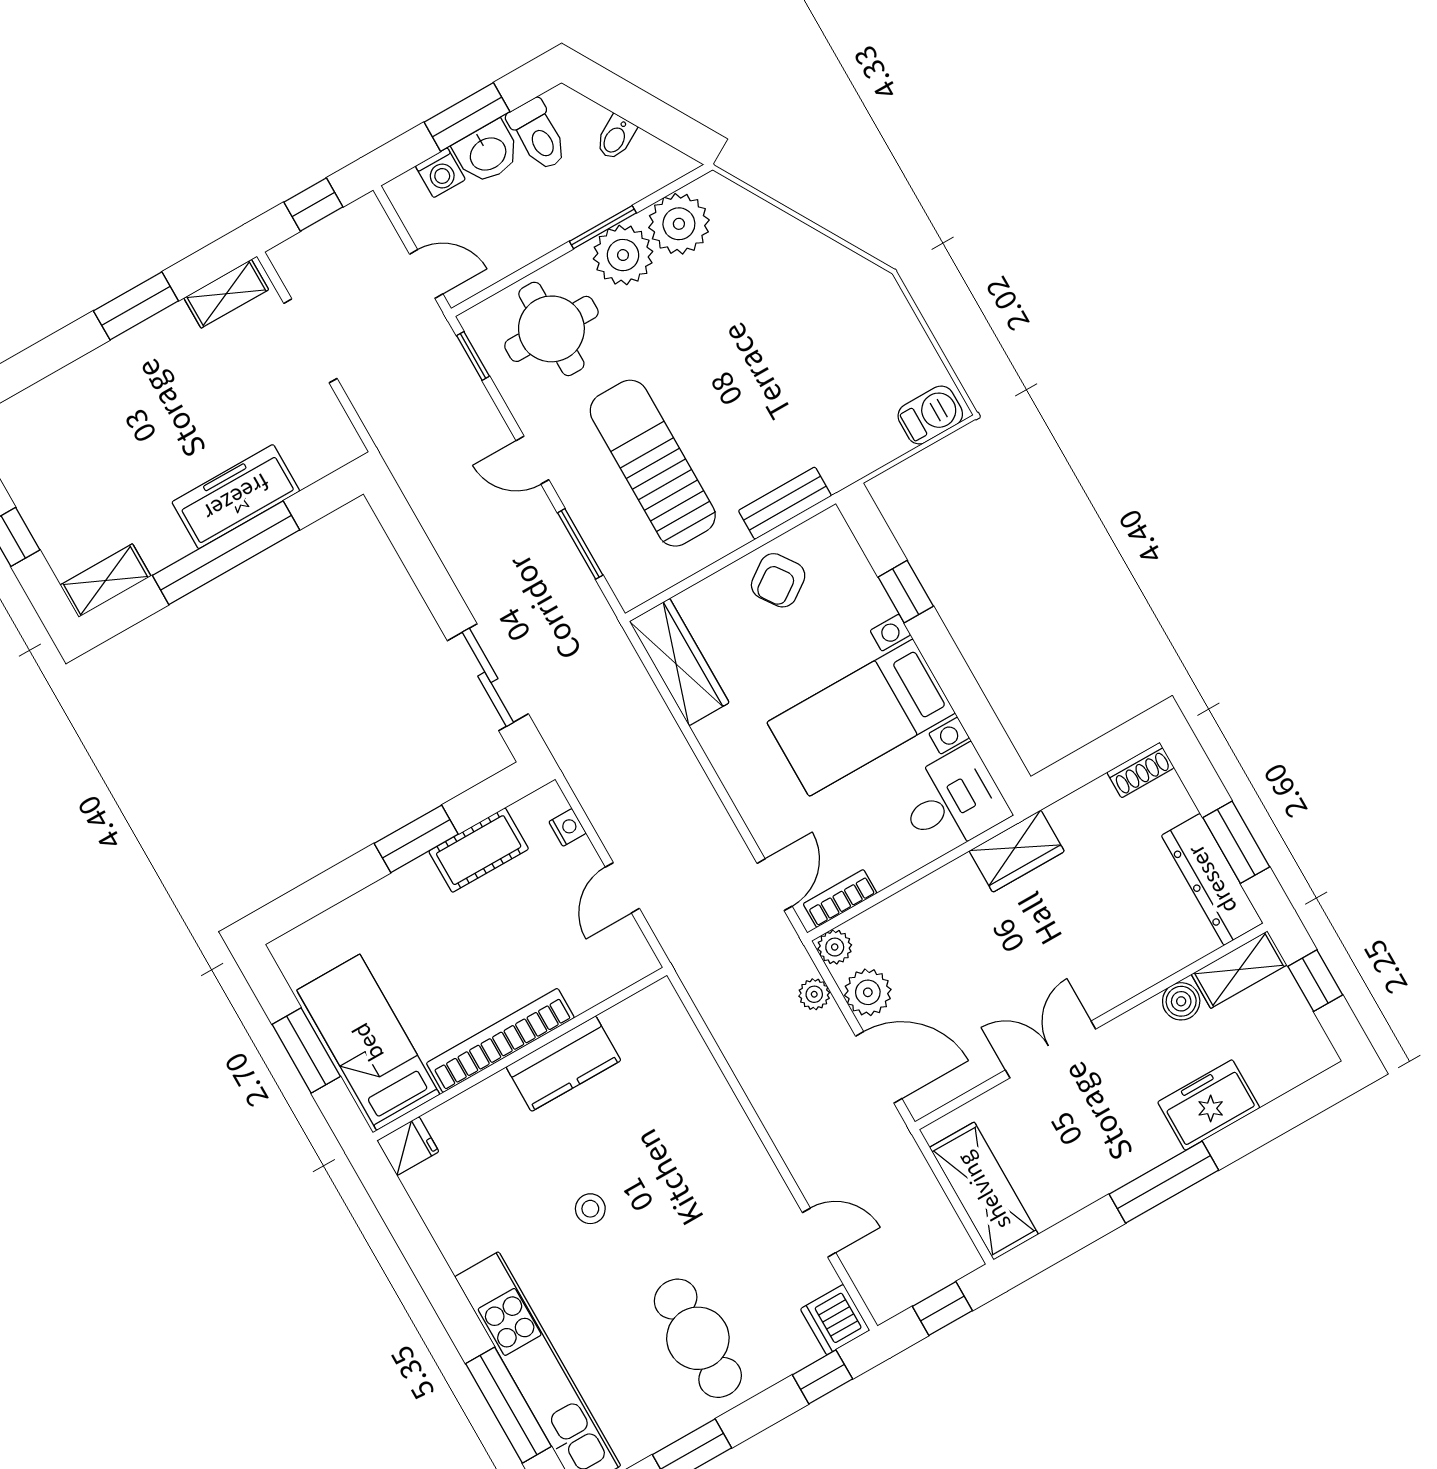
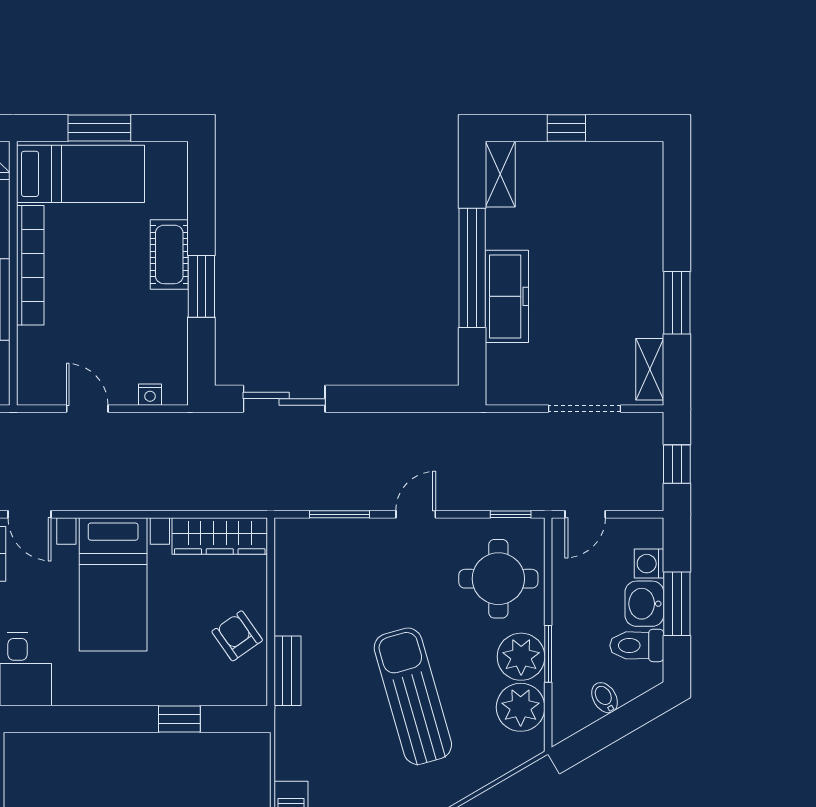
sun lounger: (653, 463) -> (413, 696), moved, turned -106
bed with nightstands: (861, 718) -> (113, 584), moved, turned 180
cot: (479, 850) -> (169, 254), moved

